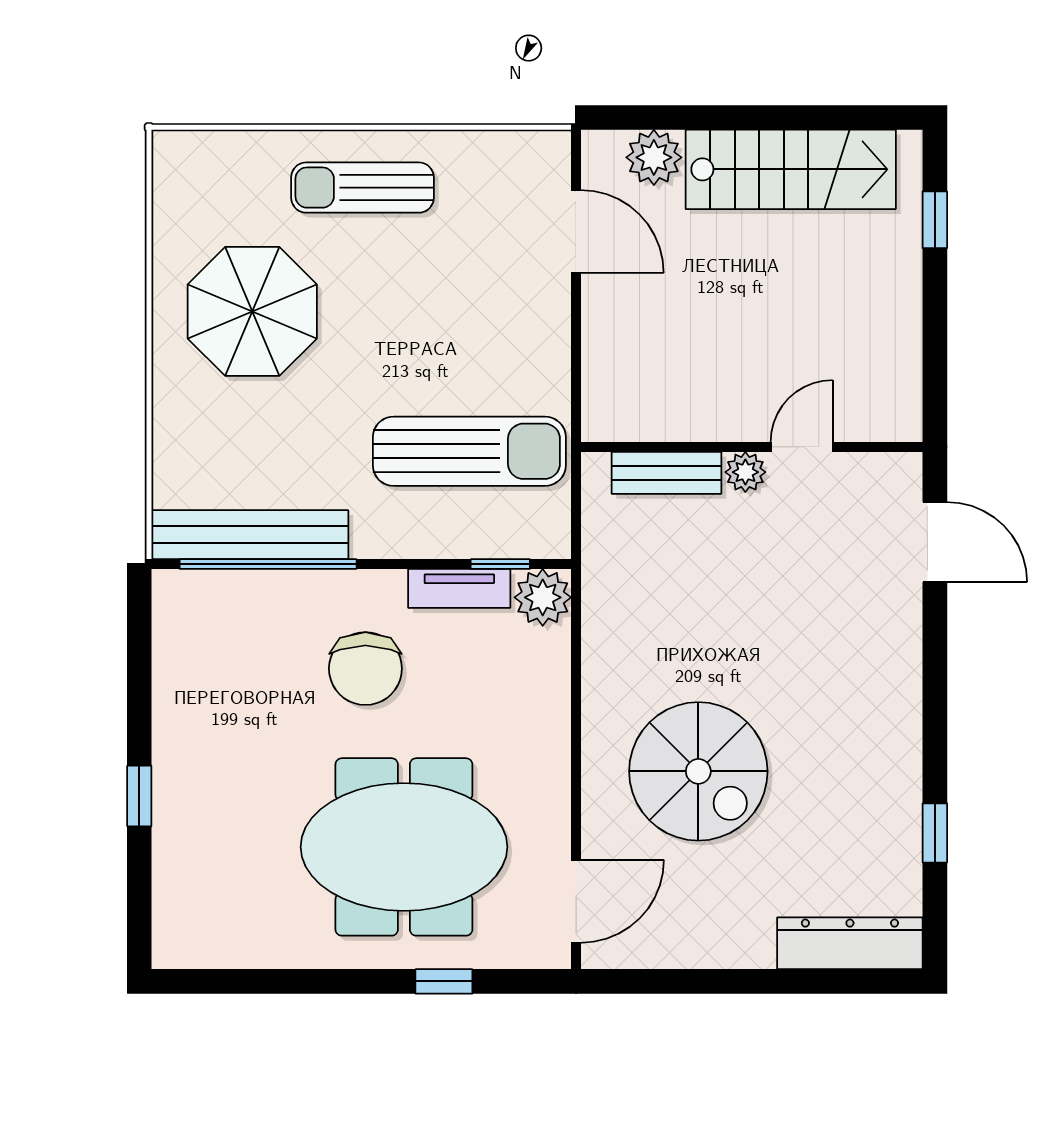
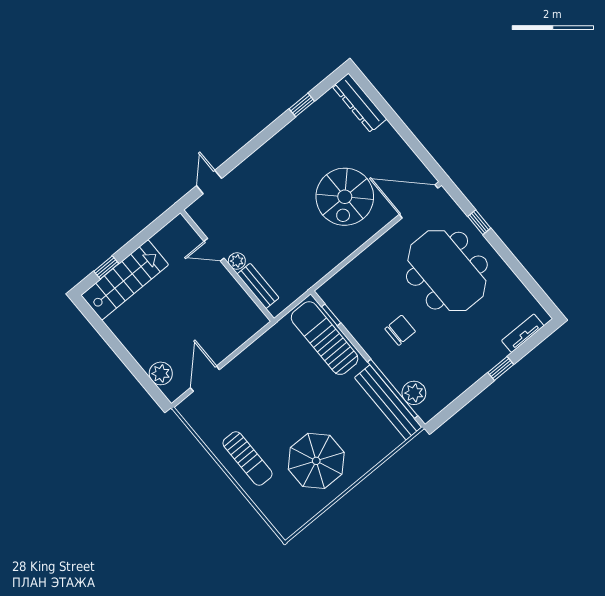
stairs: (791, 169) -> (125, 280), moved, turned 90
sun lounger: (469, 451) -> (325, 338), moved
door: (935, 542) -> (209, 182), width x0.73
tv unit: (459, 588) -> (523, 333), moved, turned -90
plant: (543, 597) -> (414, 393), moved
chair: (365, 669) -> (400, 330), width x0.73, depth x0.73
spiral stairs: (698, 771) -> (345, 197), turned 180
door: (576, 901) -> (419, 201), width x1.36

